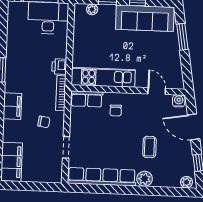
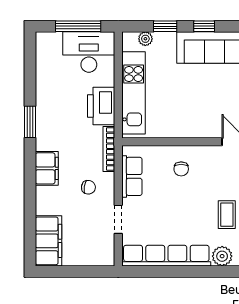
printer: (59, 67) -> (101, 106), width x1.87, depth x1.48
kitchen unit: (103, 77) -> (134, 93), moved, turned 90
row of seats: (87, 99) -> (132, 176), moved, turned -90

